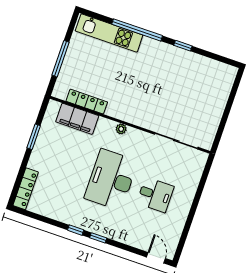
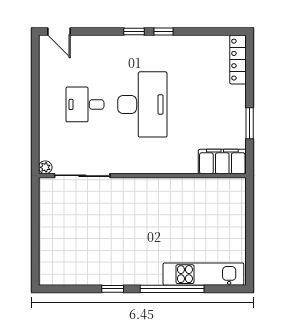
window: (61, 59) -> (250, 225), removed
locker: (87, 102) -> (202, 185), removed
filing cabinet: (77, 119) -> (222, 162), moved
plant: (121, 129) -> (45, 167), moved

